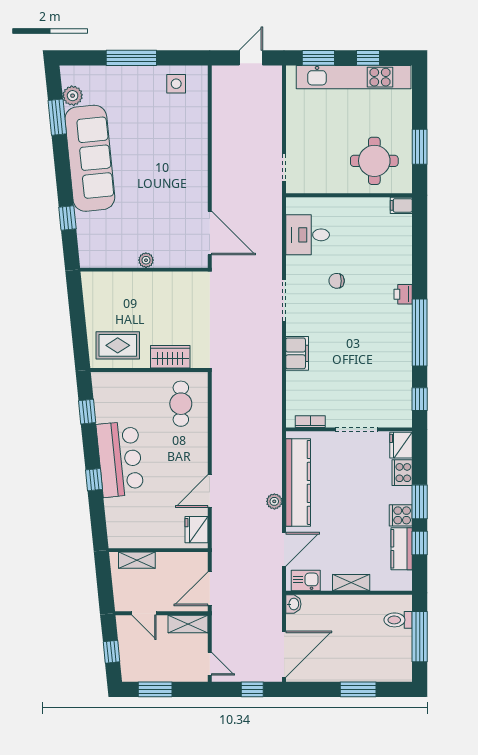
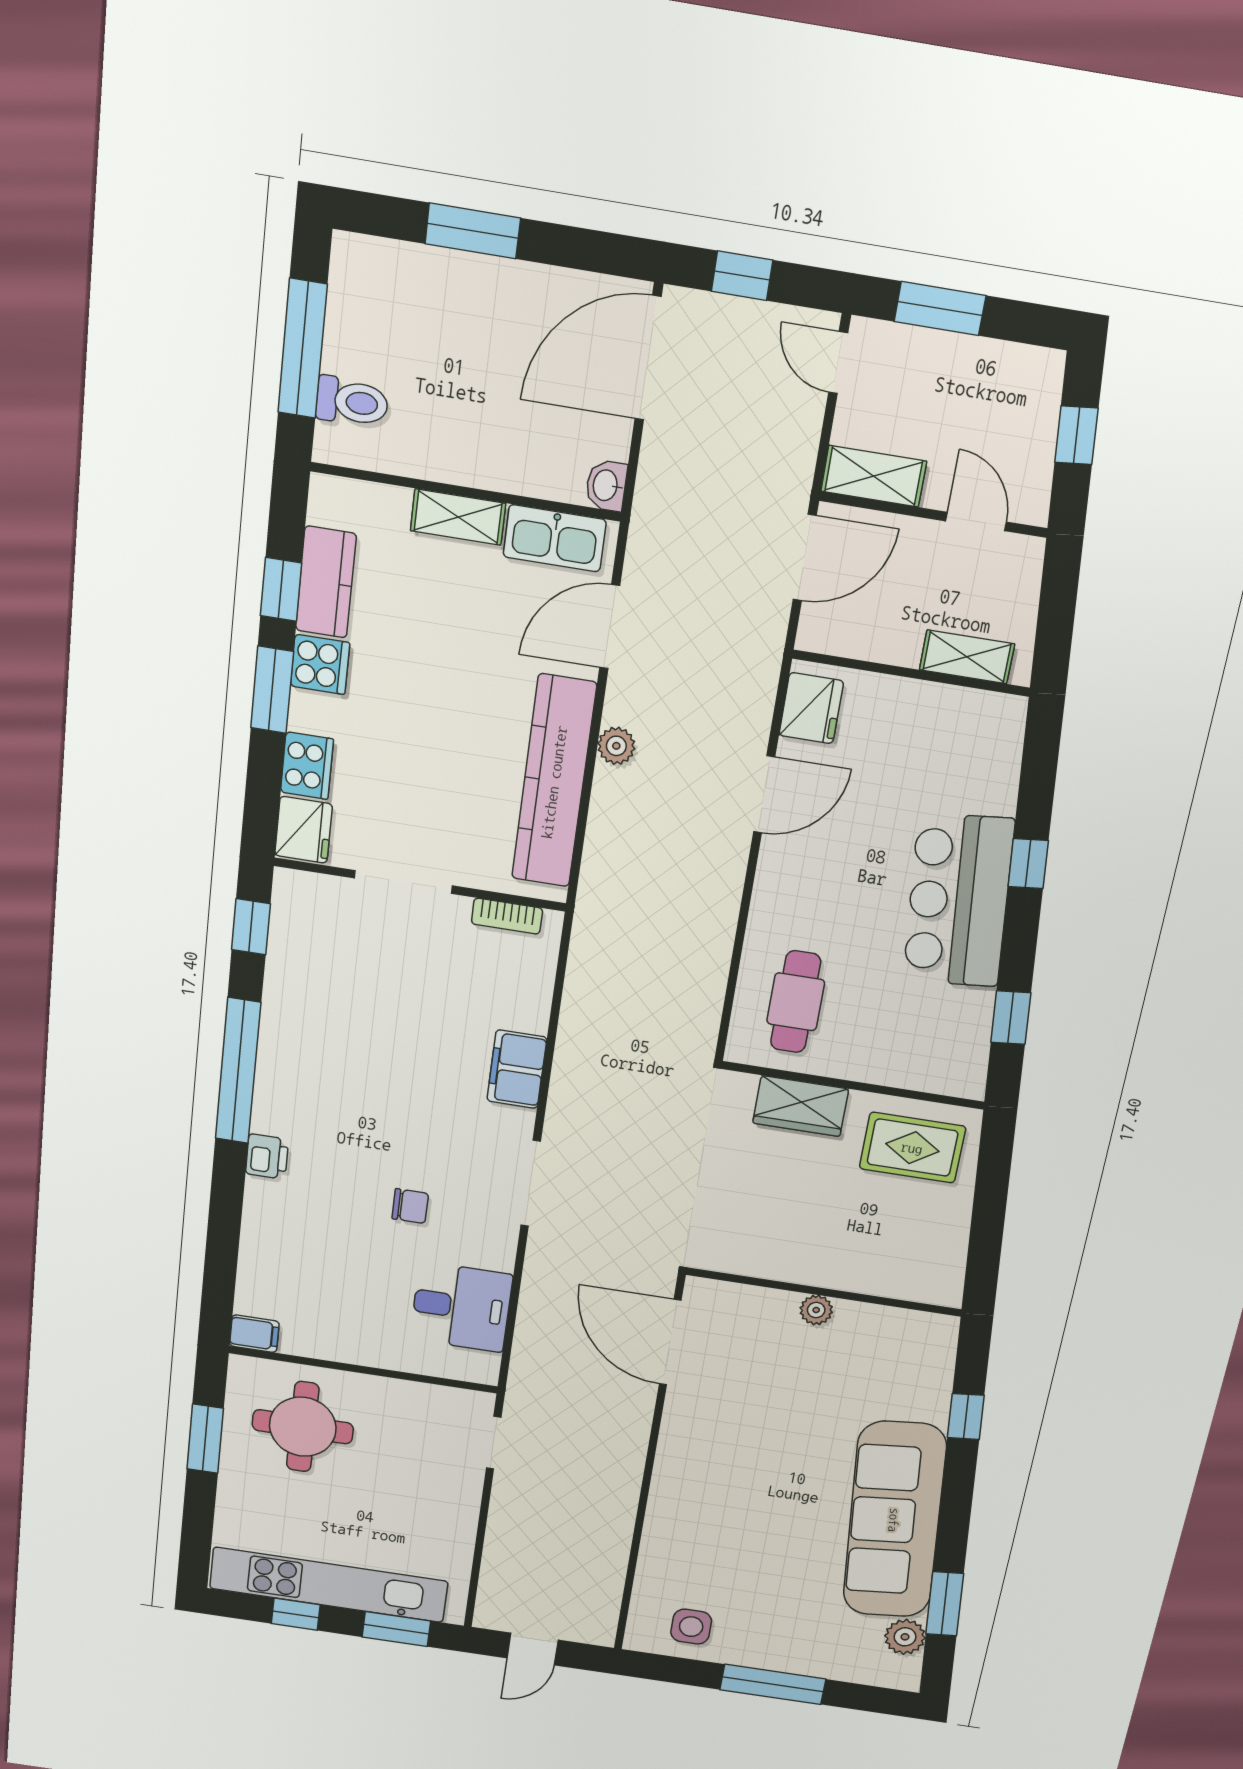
kitchen sink: (306, 581) -> (555, 538), width x1.38
window: (155, 689) -> (940, 309), moved

